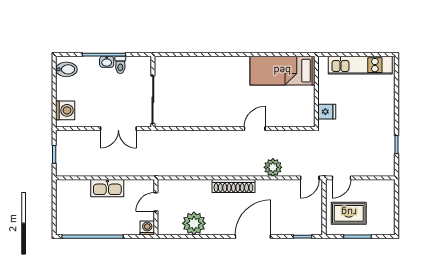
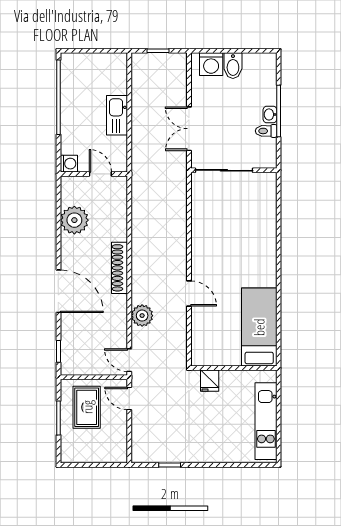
bidet: (66, 69) -> (233, 66), moved

